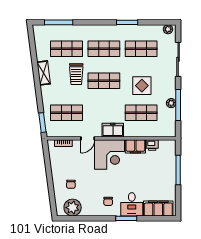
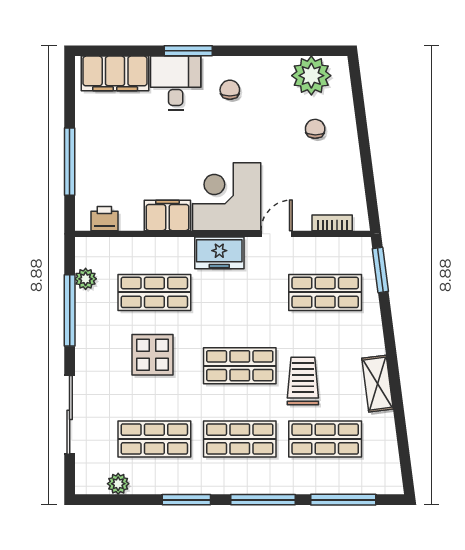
window: (94, 22) -> (263, 500), added
plant: (168, 29) -> (118, 484), moved
plant: (171, 103) -> (86, 279), moved
printer: (152, 145) -> (104, 219), moved

